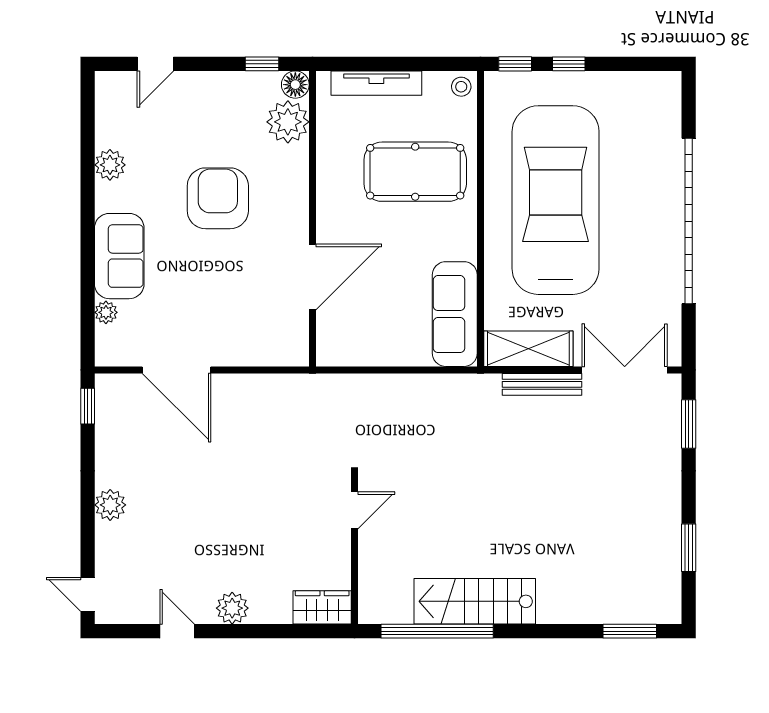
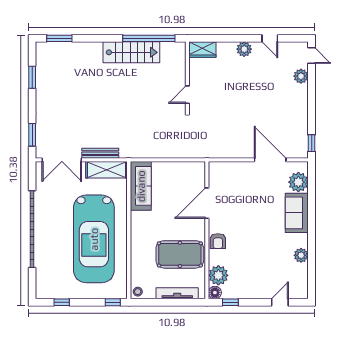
window: (569, 64) -> (62, 302), moved
pool table: (415, 172) -> (180, 254), moved
armchair: (218, 198) -> (218, 241), moved, width x0.53, depth x0.53
plant: (106, 312) -> (298, 182), width x1.88, depth x1.88
plant: (110, 505) -> (301, 76), moved

